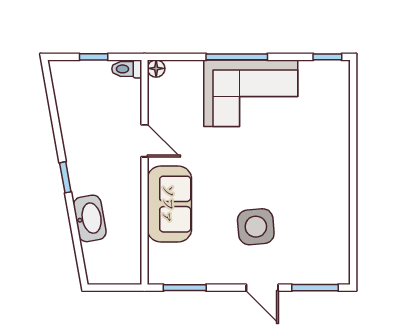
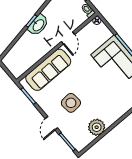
sofa: (169, 204) -> (48, 70), width x1.36
washbasin: (90, 218) -> (38, 25), moved
plant: (332, 218) -> (97, 127), added

